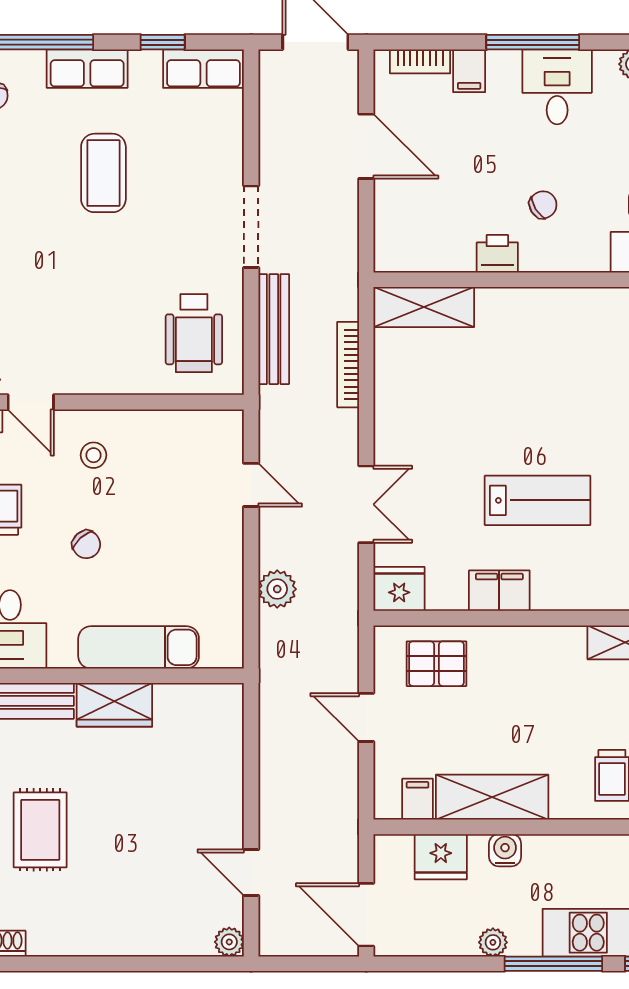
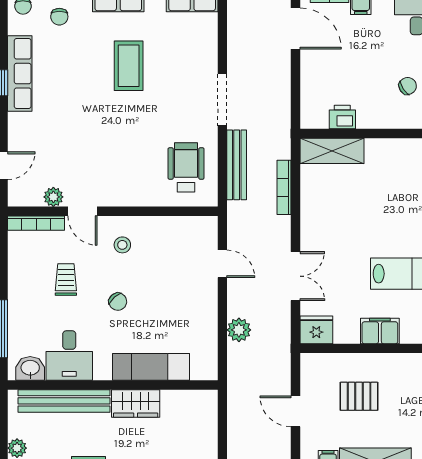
door: (366, 146) -> (295, 29), moved
printer: (497, 254) -> (342, 117), moved
wheelchair: (194, 333) -> (186, 167), turned 180
pallet: (436, 664) -> (359, 396), moved

